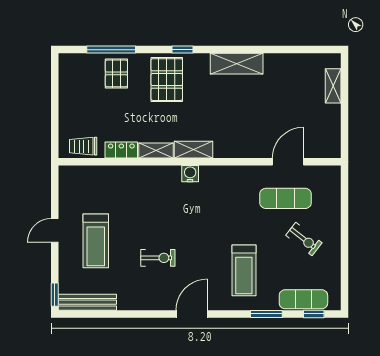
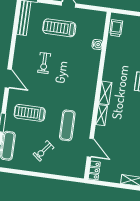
locker: (121, 150) -> (94, 170), moved
shelving: (156, 151) -> (102, 115), moved
water cooler: (190, 174) -> (97, 45), moved
exercise mat: (286, 198) -> (67, 125), moved

